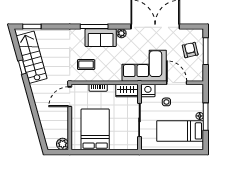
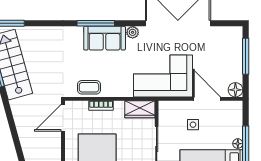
armchair: (190, 50) -> (225, 55), removed
coffee table: (86, 65) -> (89, 87), moved
floor lamp: (198, 76) -> (235, 90), added
nightstand: (148, 90) -> (168, 109), removed

